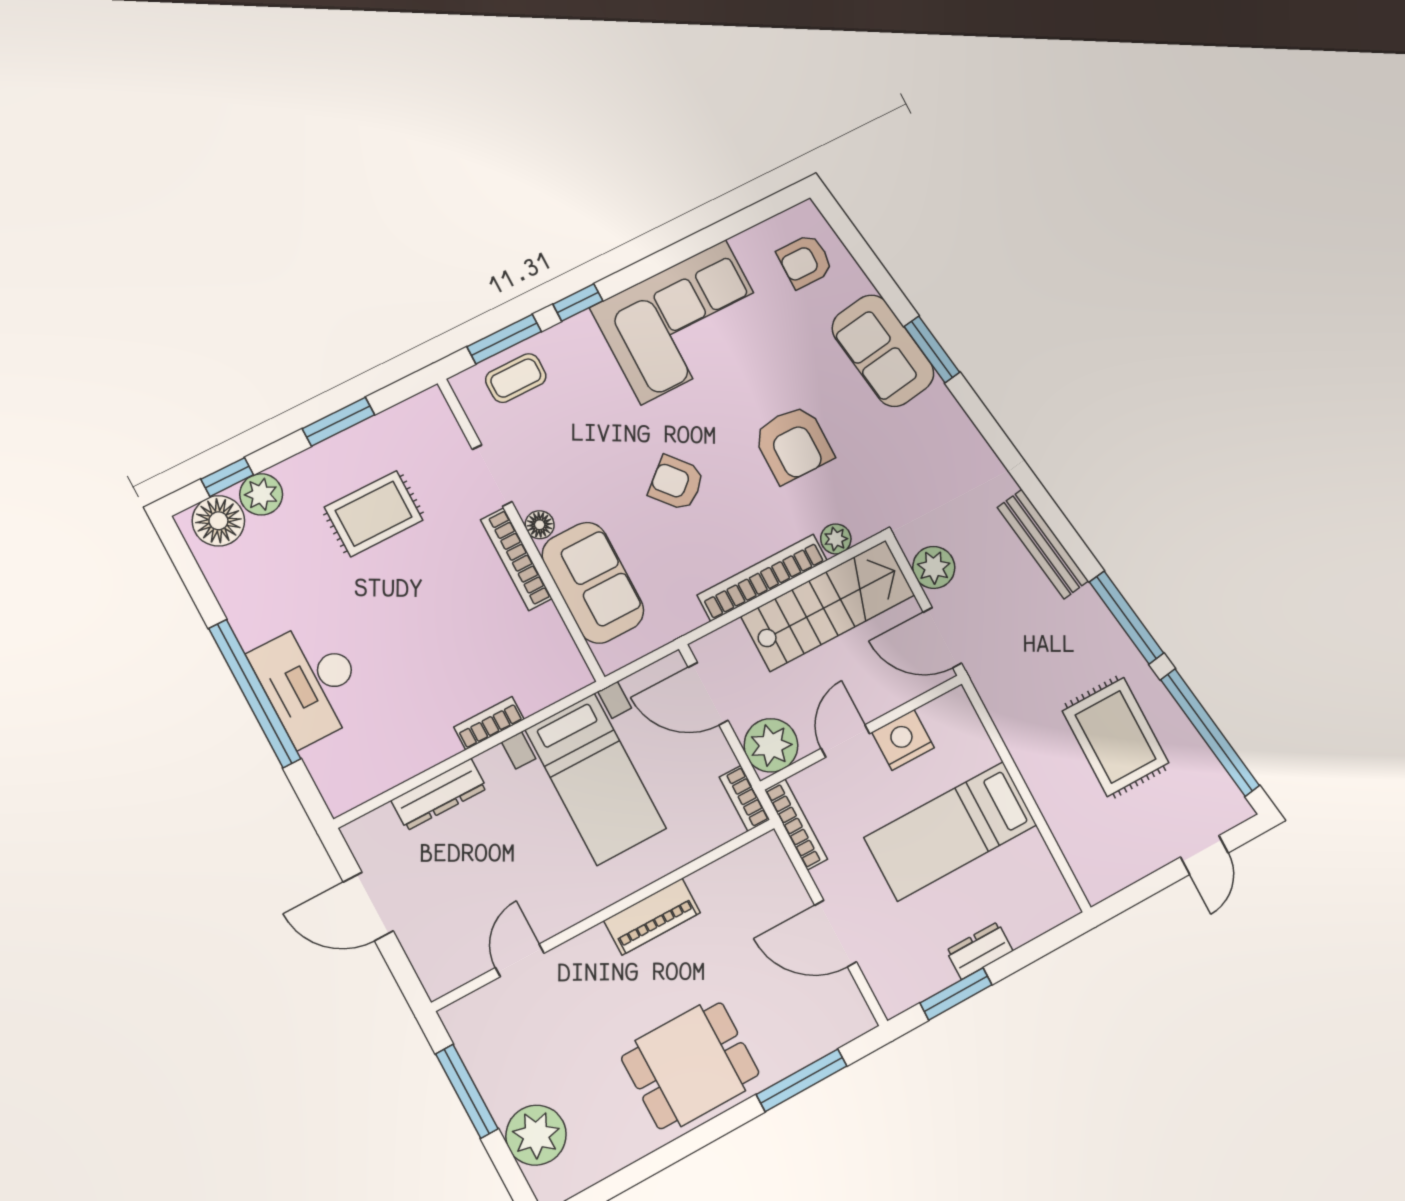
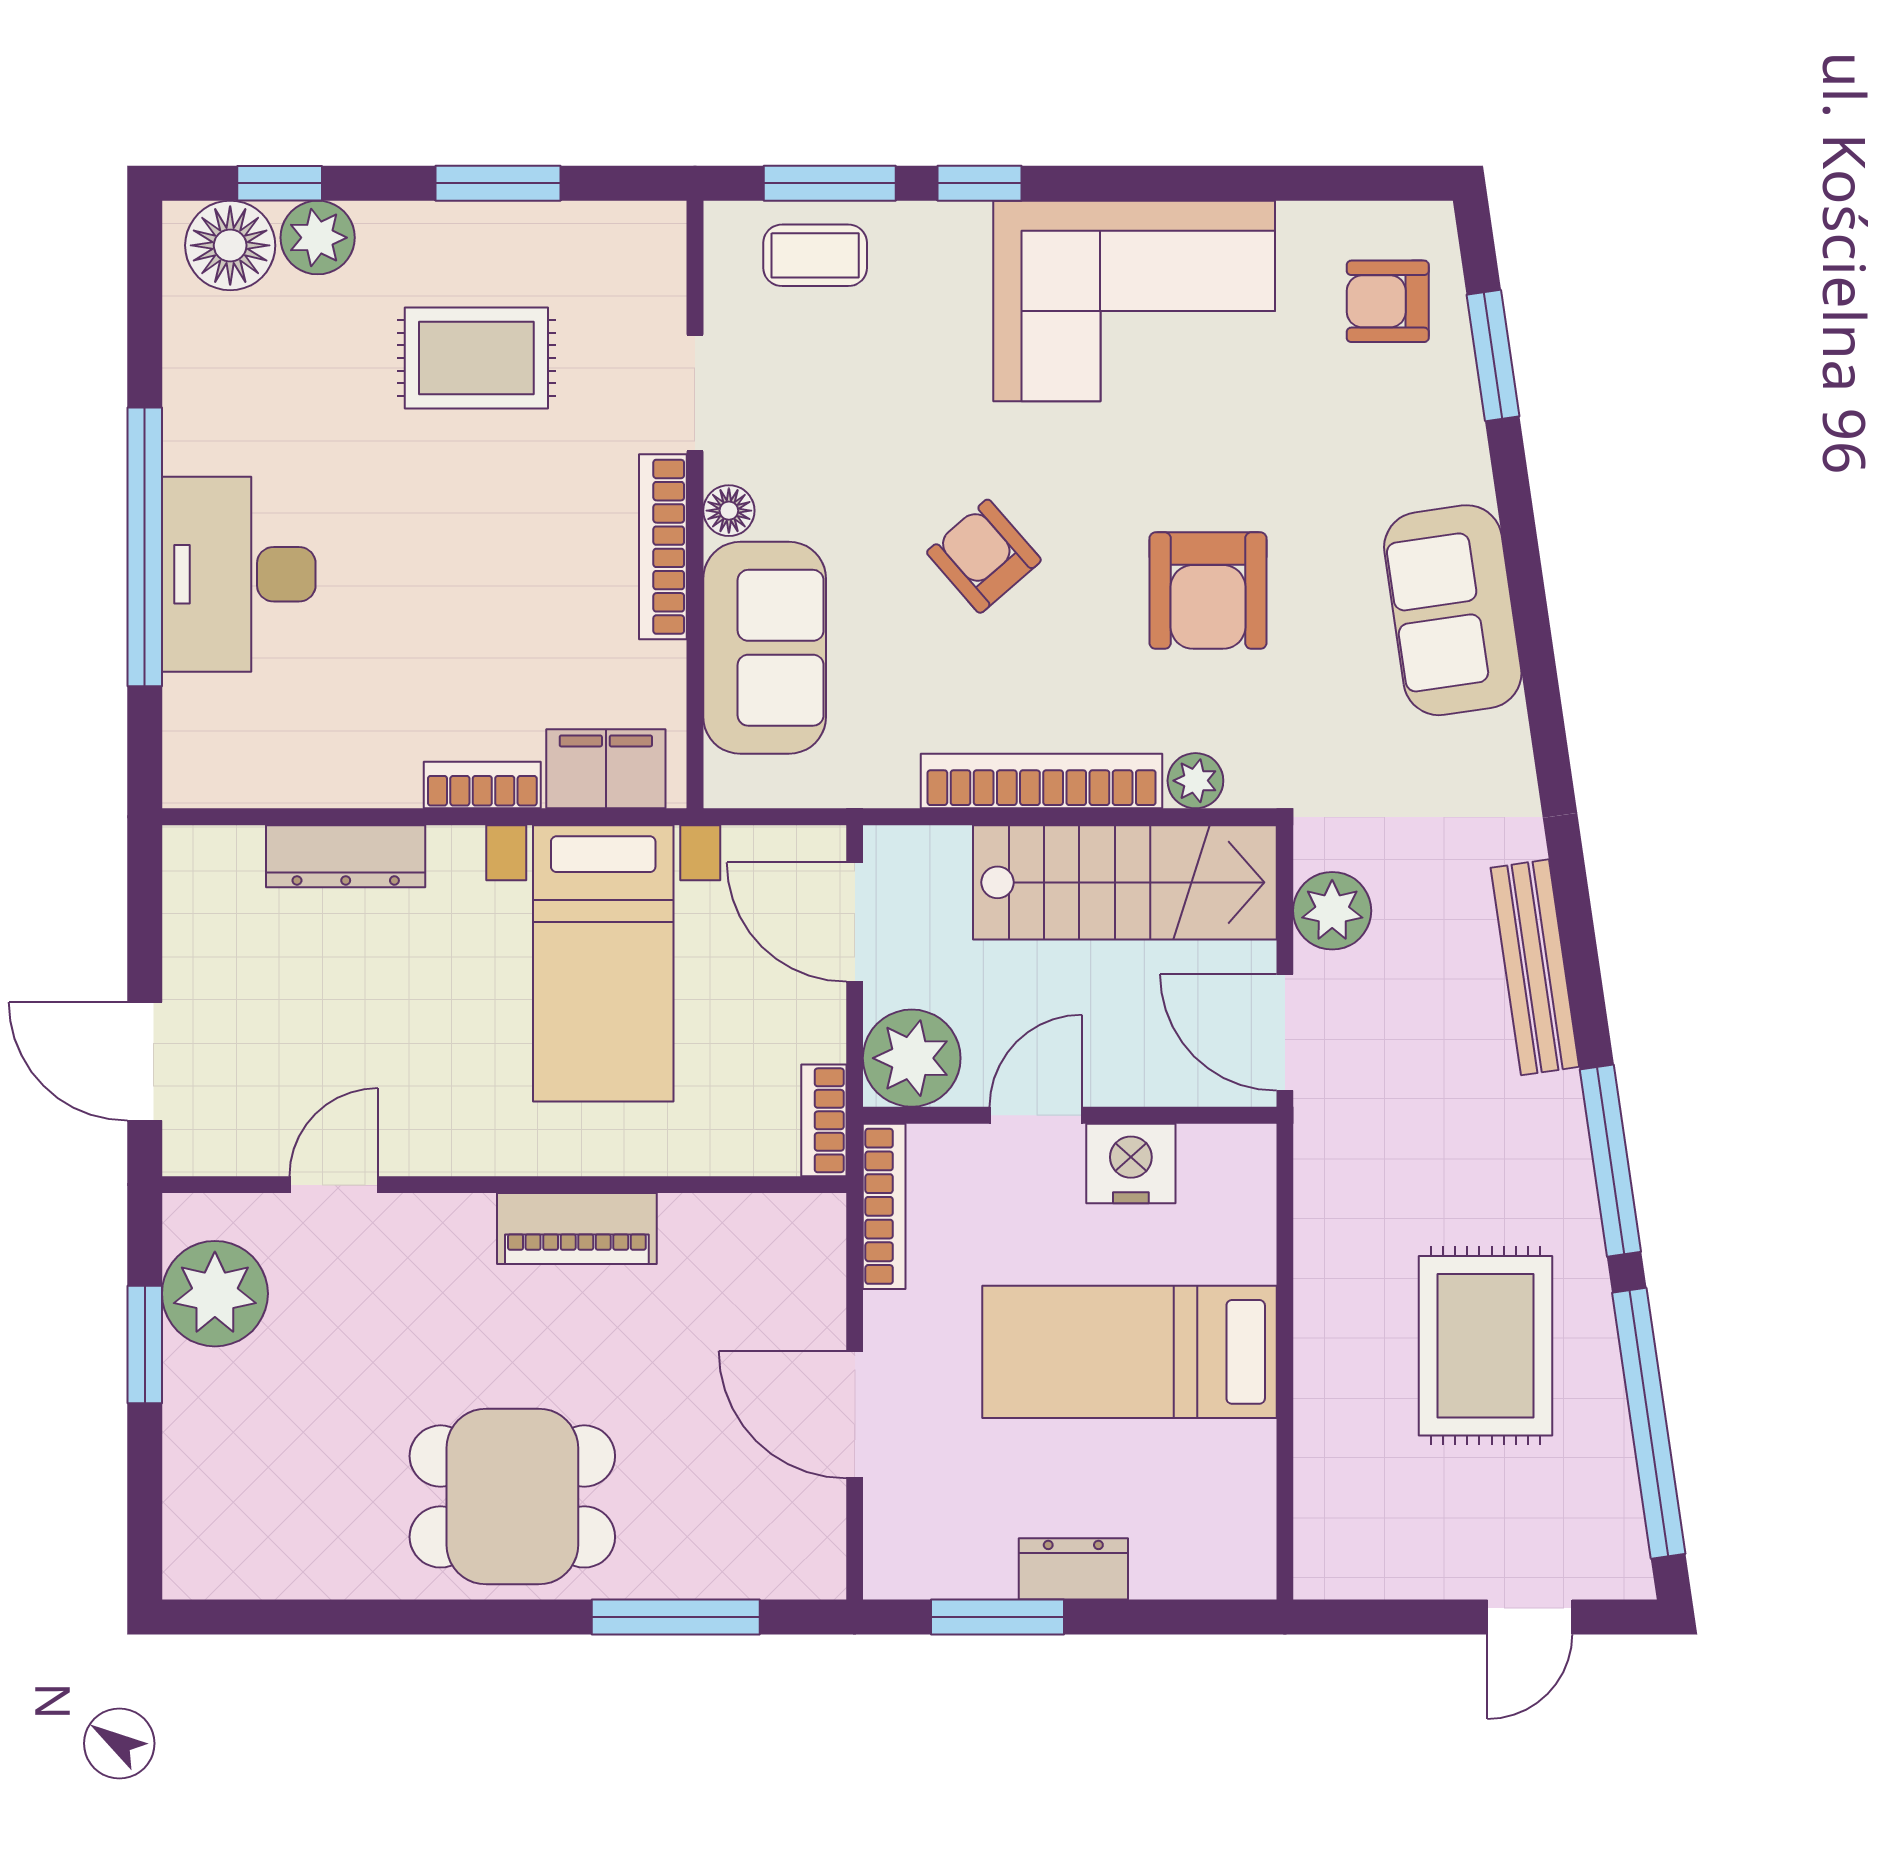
window: (932, 349) -> (1493, 356), moved
sofa: (883, 351) -> (1453, 610), moved
filing cabinet: (546, 683) -> (606, 769), added
door: (368, 907) -> (145, 1061), moved
window: (467, 1091) -> (145, 1344), width x0.69
plant: (536, 1135) -> (215, 1294), moved

